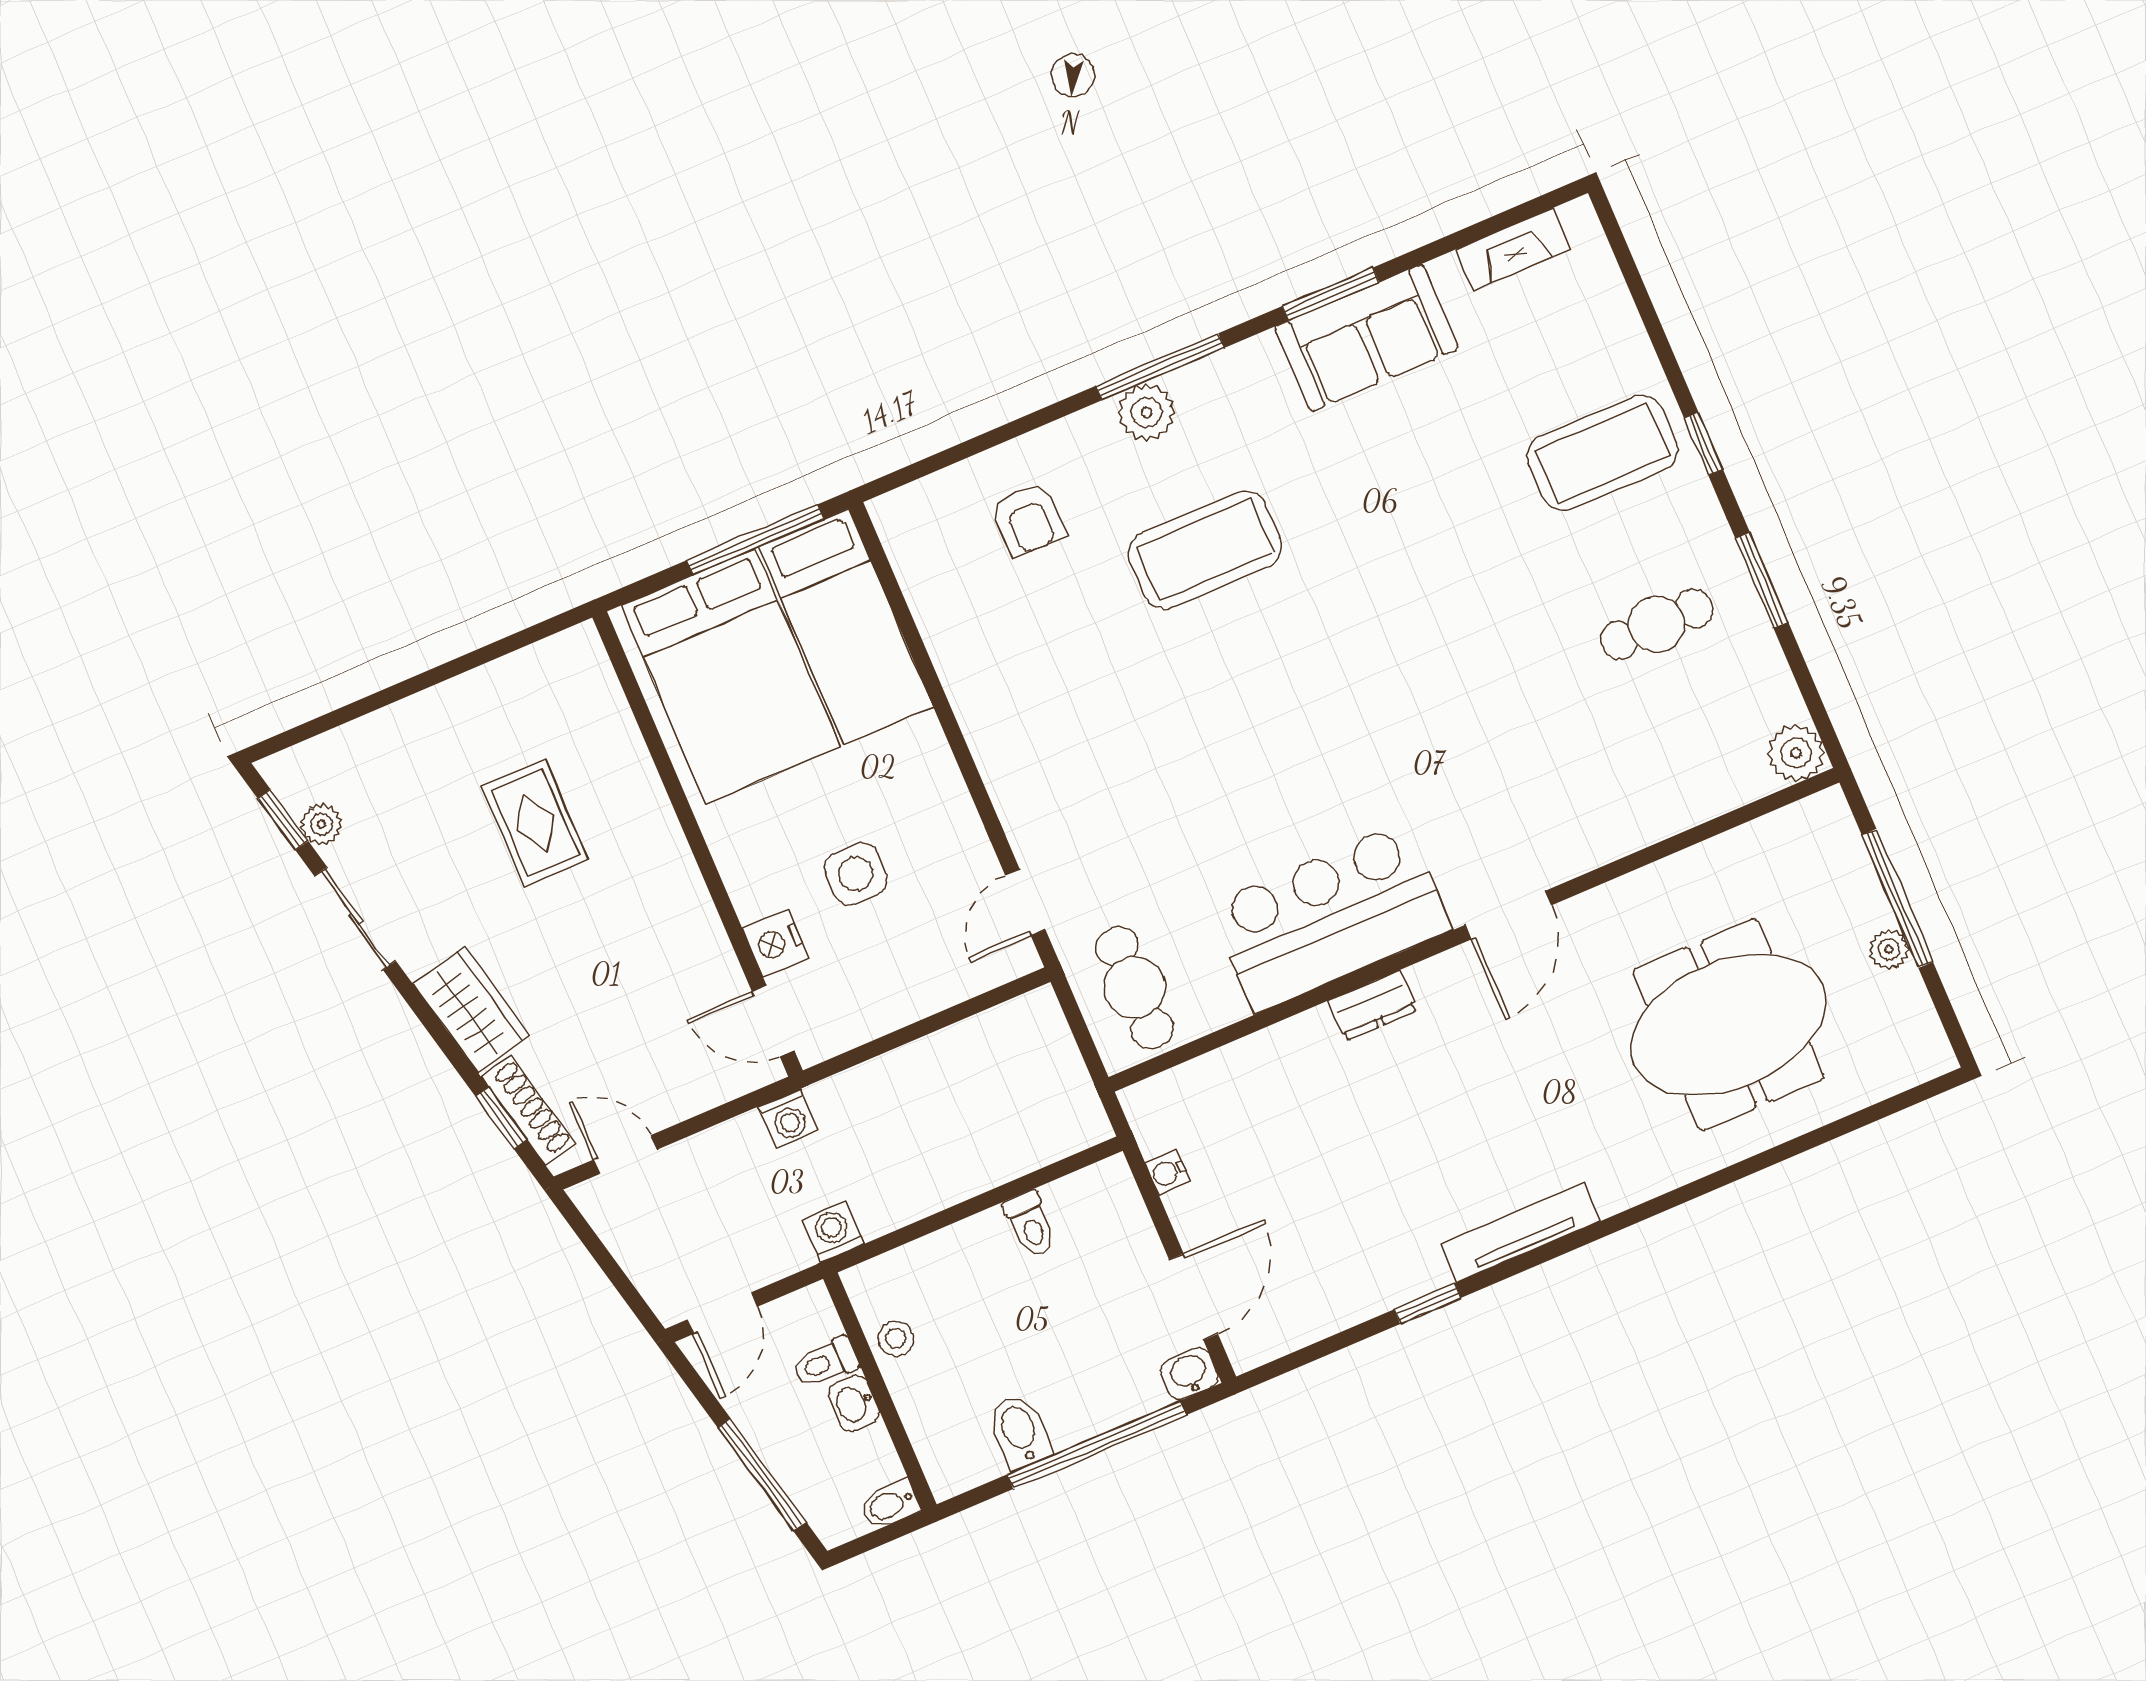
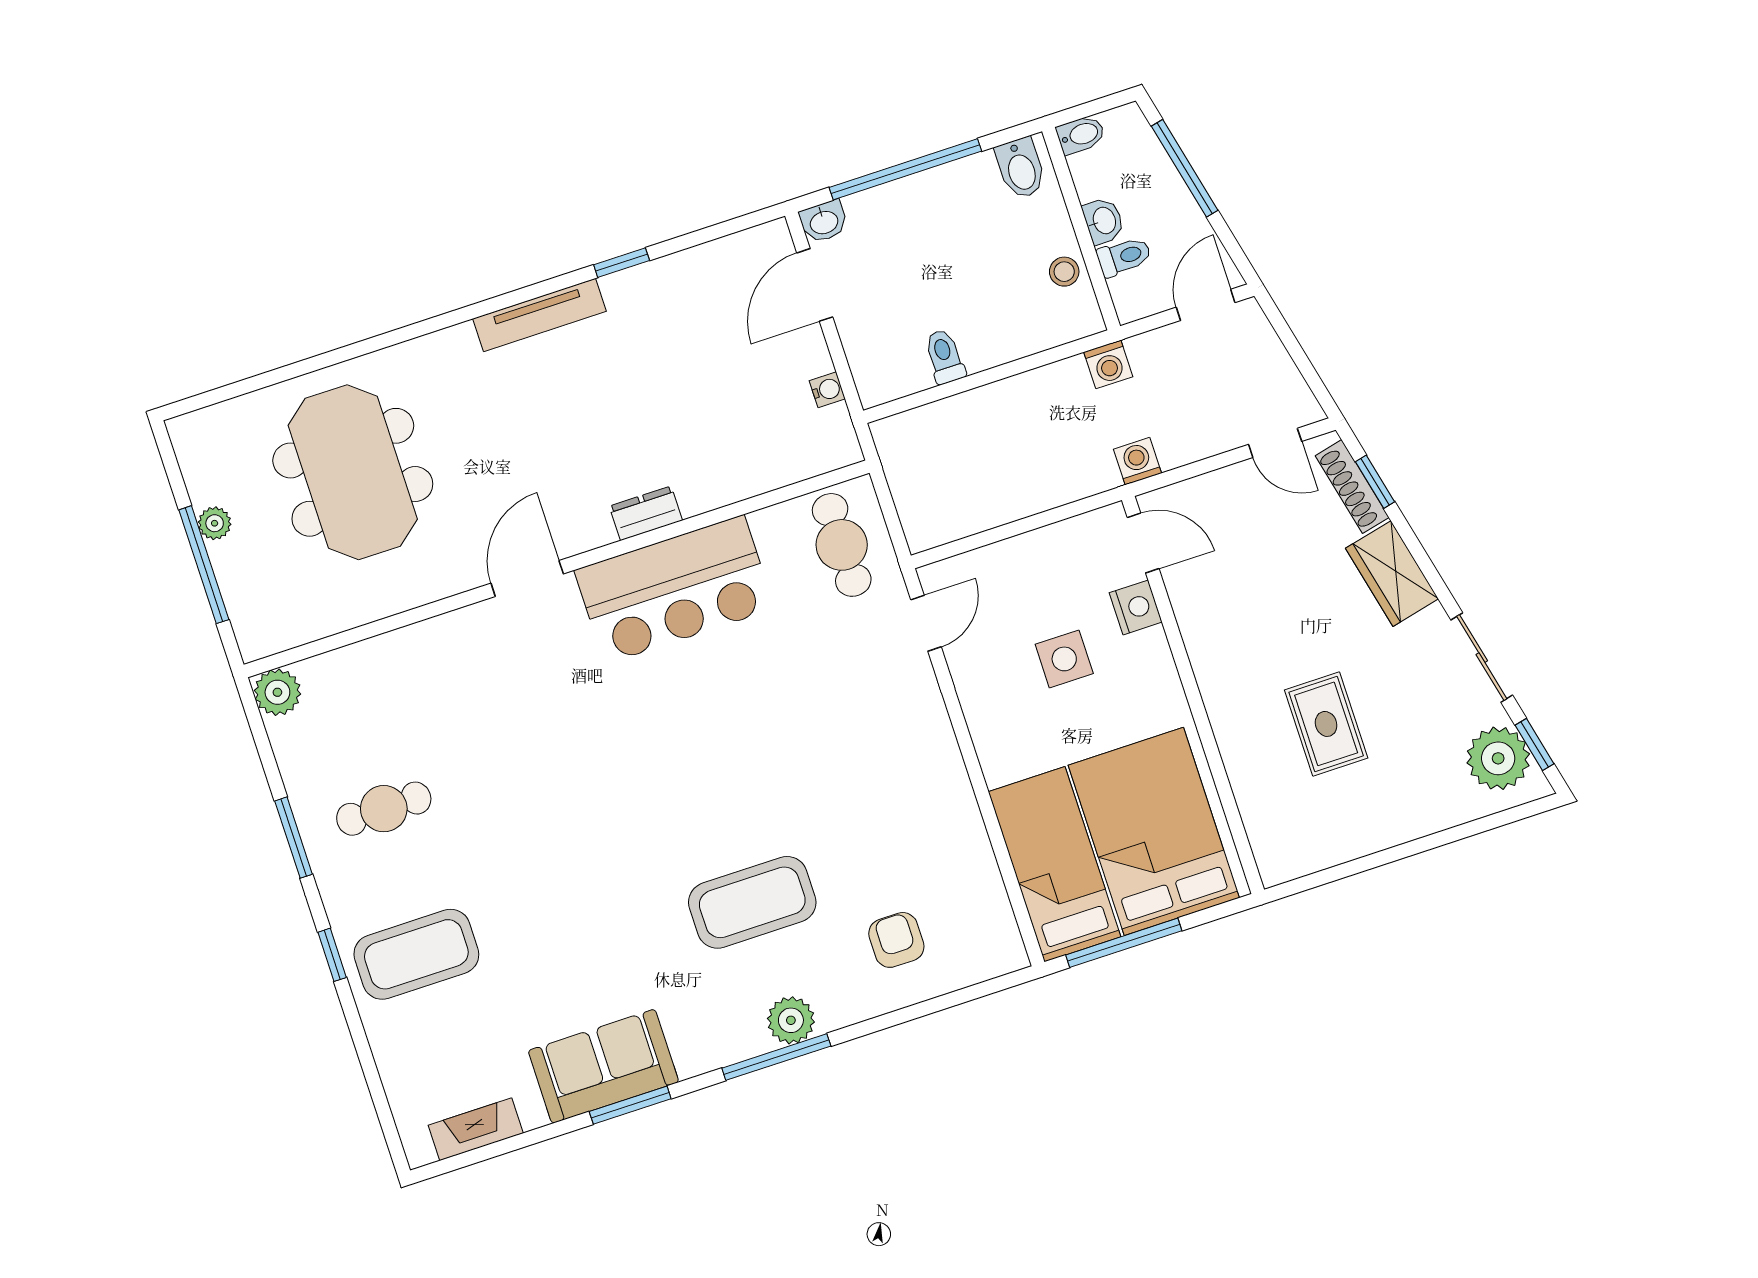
plant: (321, 824) -> (1498, 758), width x1.88, depth x1.88
meeting table: (1728, 1025) -> (353, 472), turned 90
bidet: (1020, 1432) -> (1021, 168), moved

